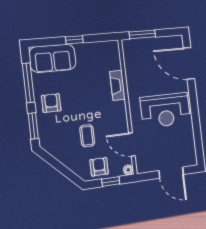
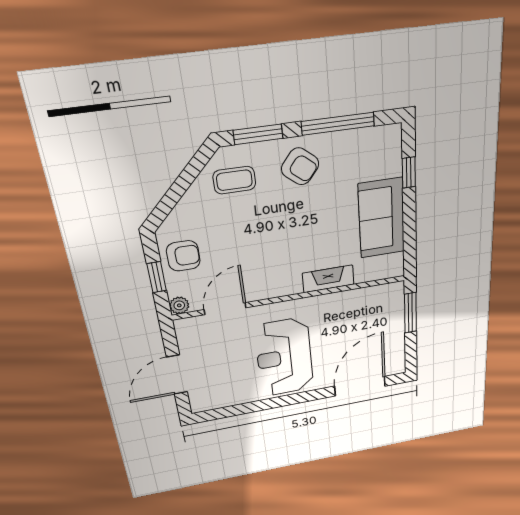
window: (74, 40) -> (409, 173), moved
sofa: (53, 58) -> (382, 218), moved
armchair: (51, 103) -> (300, 166), turned 39
coffee table: (87, 136) -> (234, 180), moved

